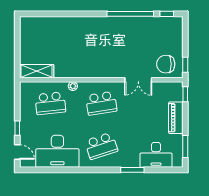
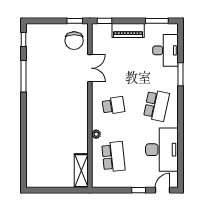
window: (130, 14) -> (23, 76), width x0.68
school desk: (101, 103) -> (113, 106), width x0.54
school desk: (101, 146) -> (156, 106), turned 30

